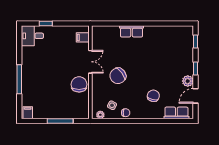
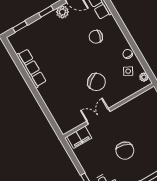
row of seats: (131, 31) -> (31, 68), moved, width x1.48
filing cabinet: (83, 37) -> (79, 137), width x2.00
chair: (79, 84) -> (125, 151), moved, turned -74

